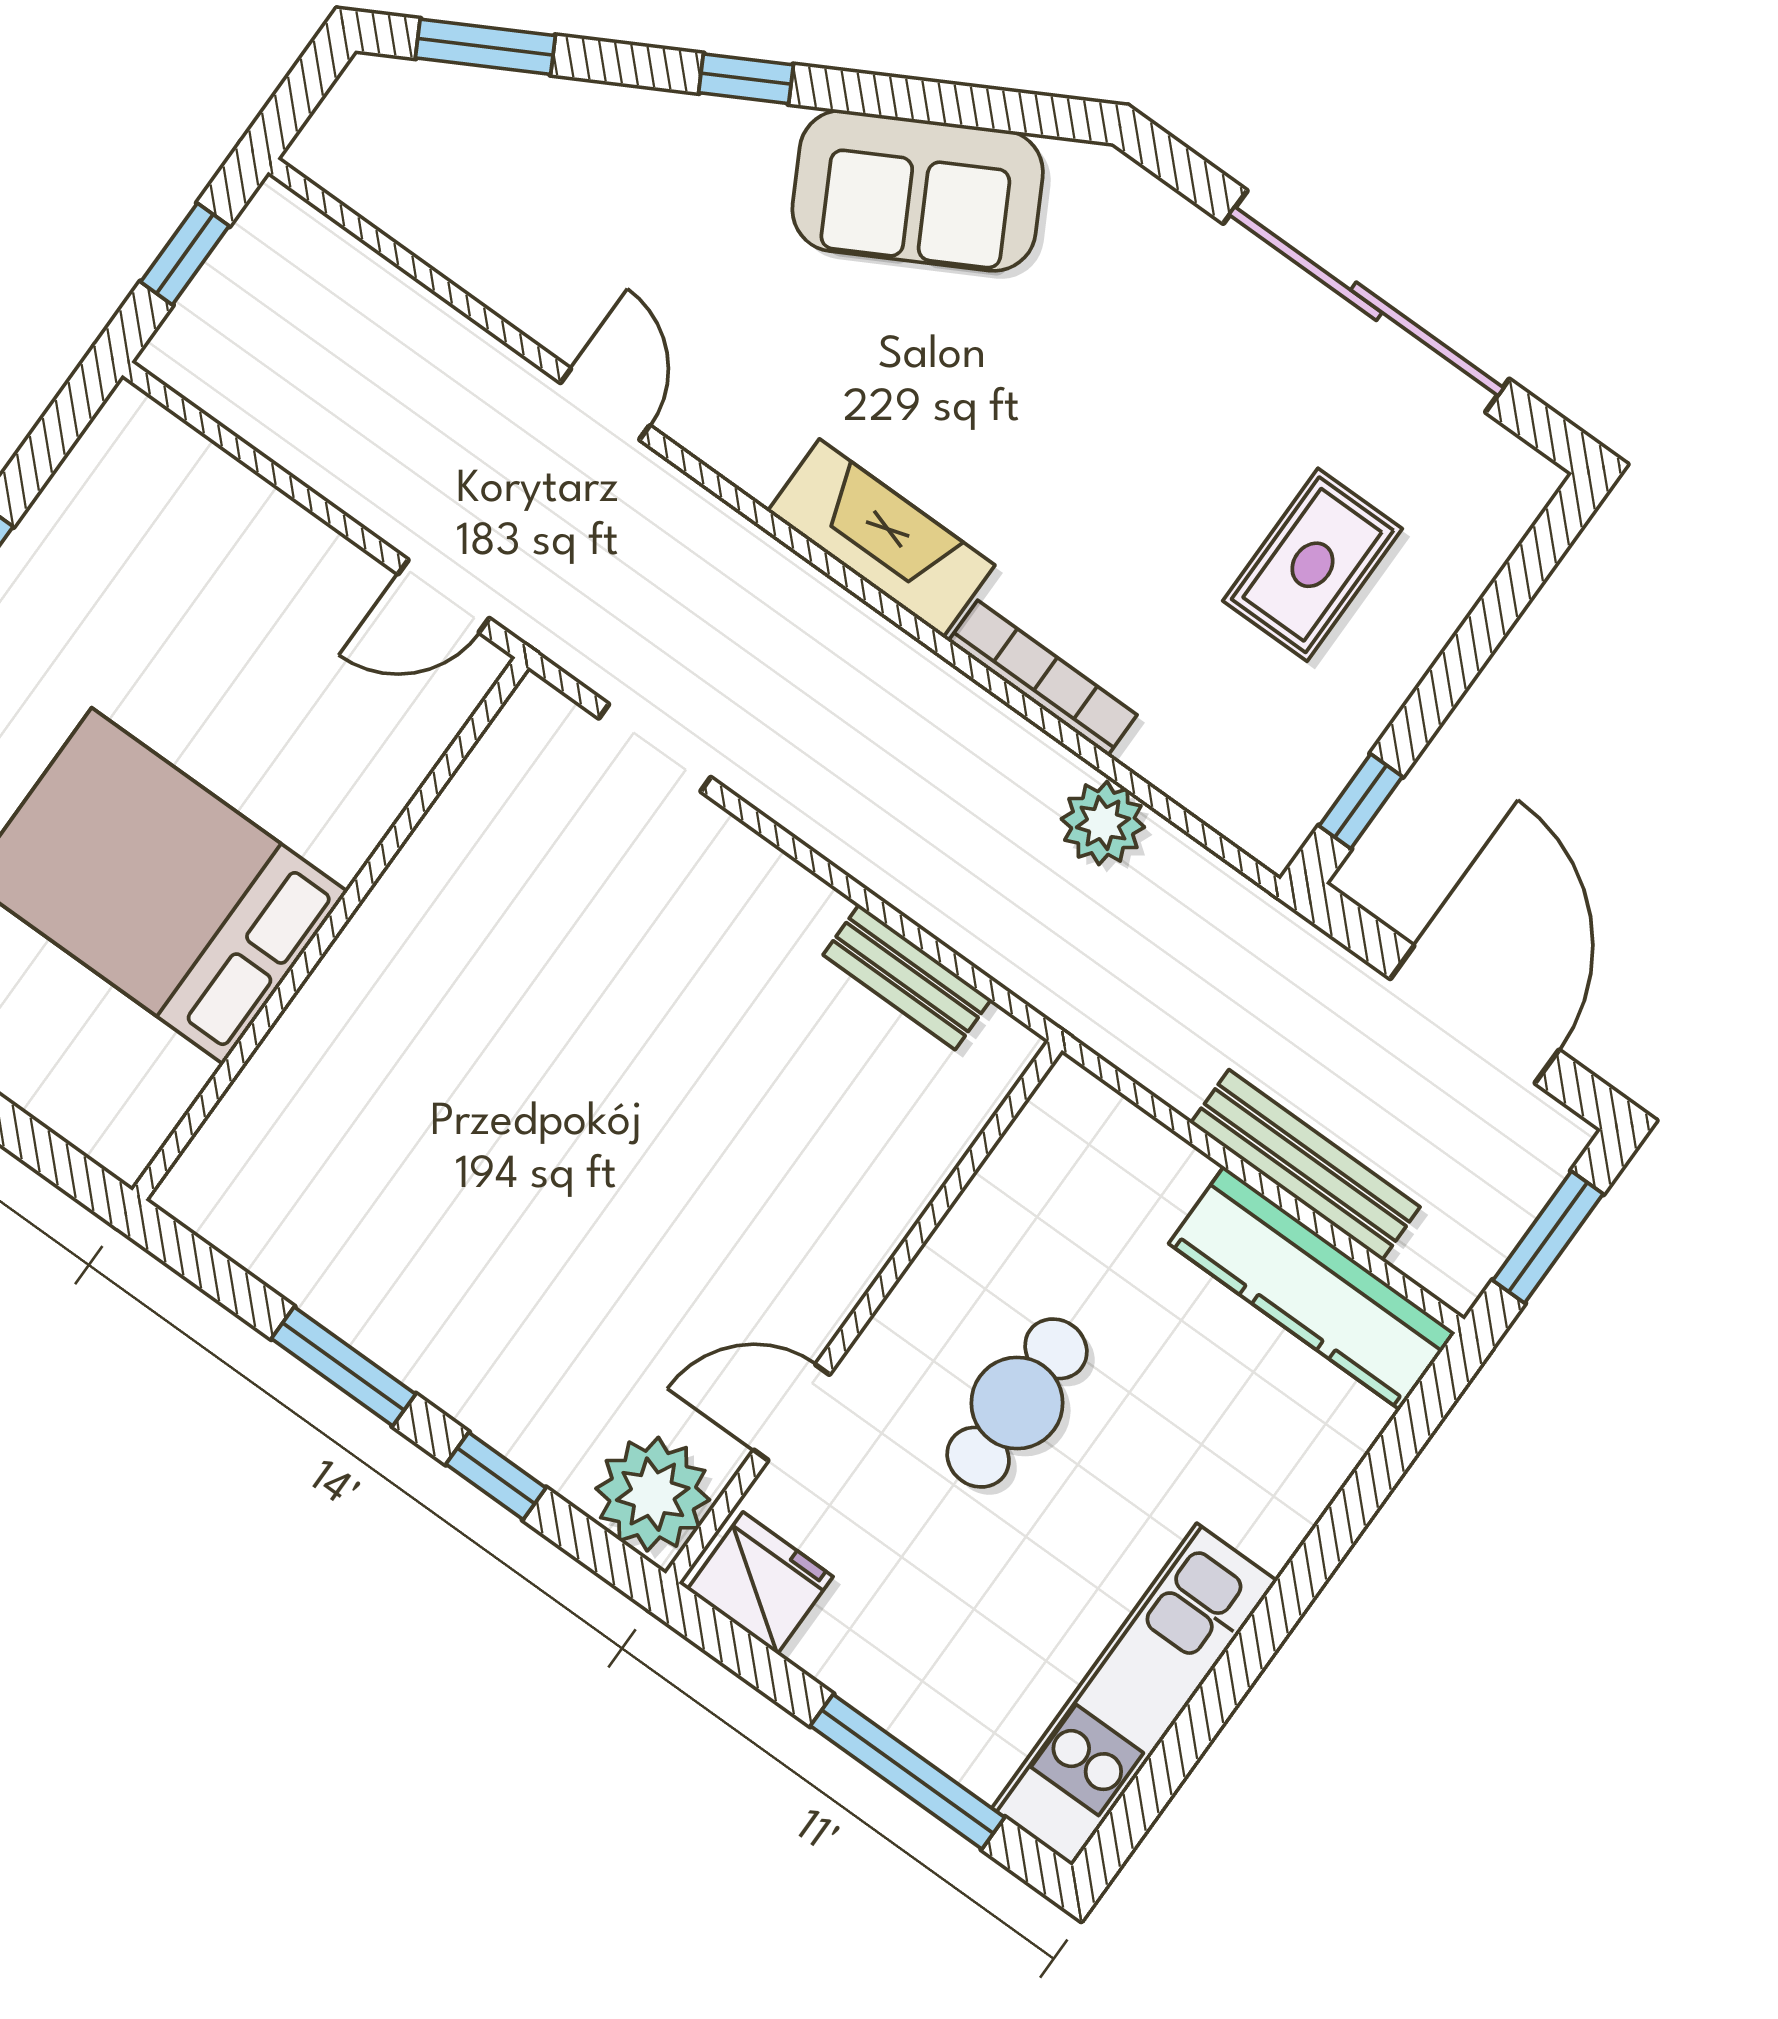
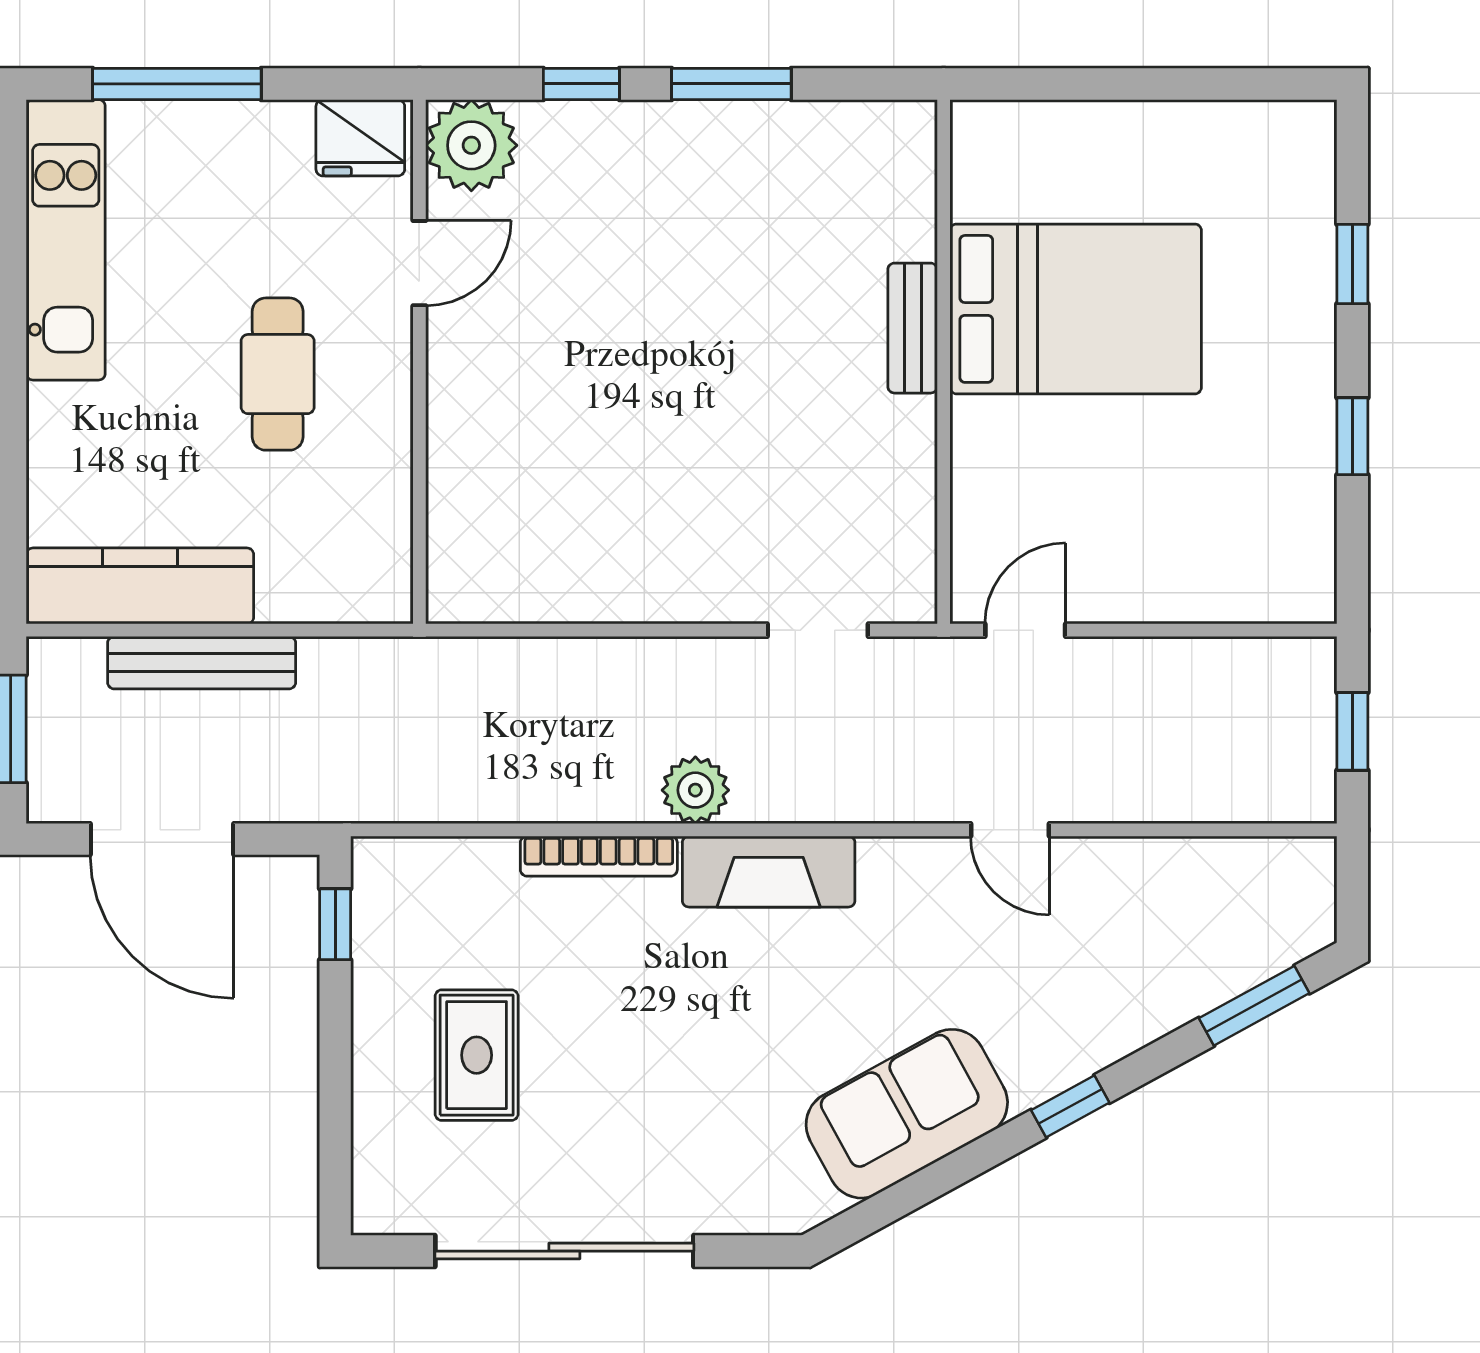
plant: (1103, 823) -> (695, 790), moved
bench: (907, 977) -> (913, 328), moved, turned 90

